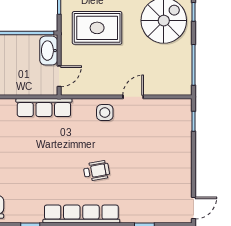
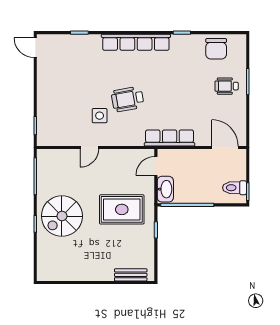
side table: (105, 113) -> (100, 116), moved
wheelchair: (96, 171) -> (128, 99), moved, width x1.36, depth x1.37
door: (193, 208) -> (35, 48), hinge flipped

